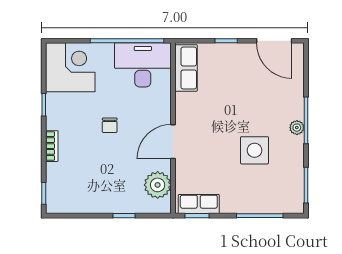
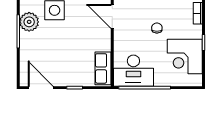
corner desk: (70, 67) -> (185, 57), moved
plant: (297, 128) -> (29, 22), width x1.87, depth x1.87
door: (173, 142) -> (112, 16), swing flipped

